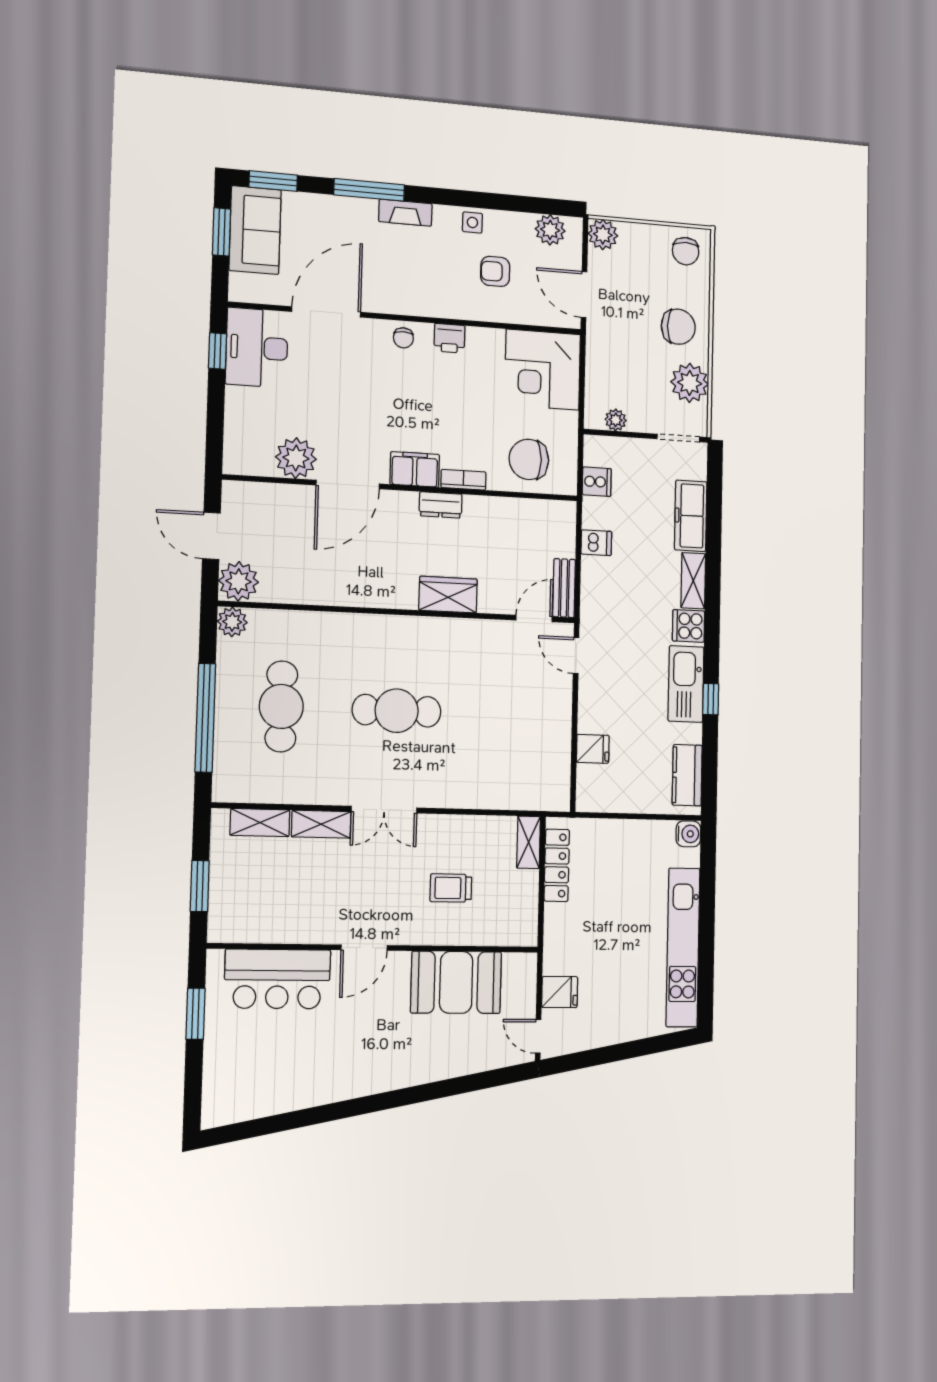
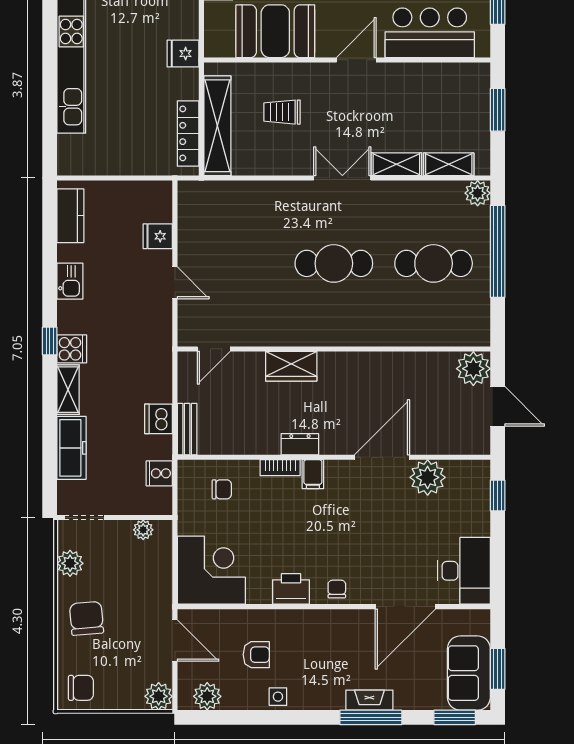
fireplace: (405, 213) -> (369, 700), moved
chair: (686, 251) -> (81, 688), turned 90
chair: (678, 327) -> (87, 618), turned 85
printer: (449, 338) -> (291, 589), width x1.36, depth x1.24
window: (218, 351) -> (498, 495), moved
plant: (690, 383) -> (70, 563), width x0.73, depth x0.73
chair: (529, 459) -> (222, 489), width x0.54, depth x0.54
filing cabinet: (415, 469) -> (313, 474), width x0.50
dishwasher: (596, 543) -> (159, 419), width x1.38
bench: (564, 588) -> (187, 429), moved
plant: (232, 622) -> (478, 193), moved
door: (576, 656) -> (175, 283), moved
kitchen sink: (686, 684) -> (70, 281), width x0.53, depth x0.81
window: (711, 699) -> (50, 341), moved
cafe table: (281, 706) -> (434, 263), turned 90
water cooler: (688, 834) -> (68, 164), removed
shelving: (529, 842) -> (217, 126), width x2.20, depth x1.33
trolley: (451, 888) -> (282, 112), turned 180
fridge: (560, 992) -> (183, 54), moved

